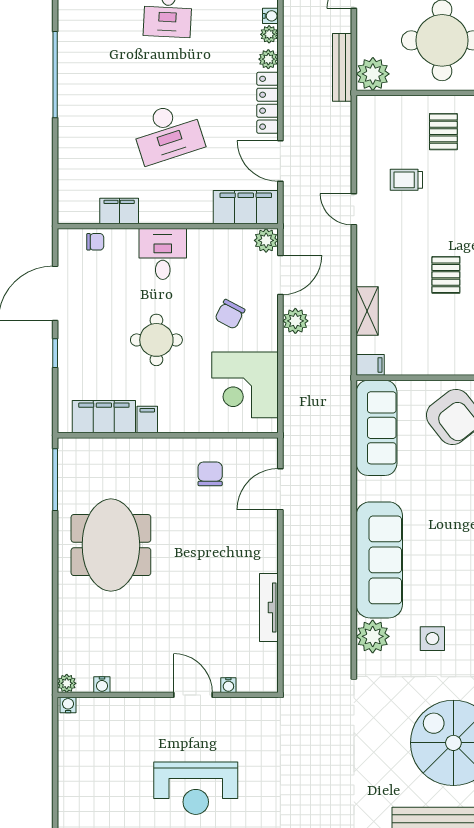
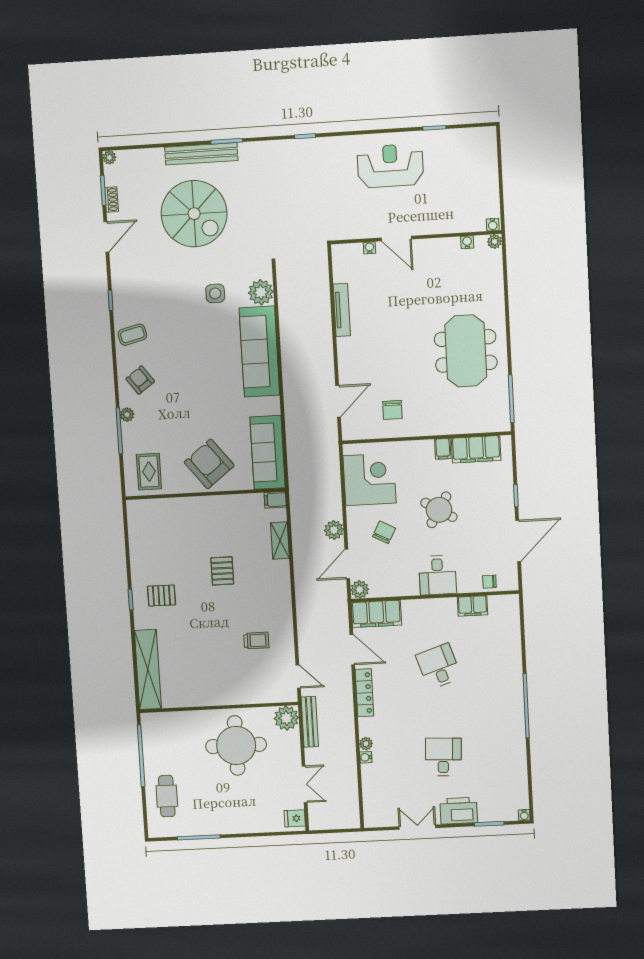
plant: (268, 59) -> (366, 725), removed
pallet: (443, 132) -> (231, 678), removed
desk: (168, 133) -> (439, 666), width x0.73
door: (354, 209) -> (298, 677), moved
round table: (156, 340) -> (439, 510), turned 31

